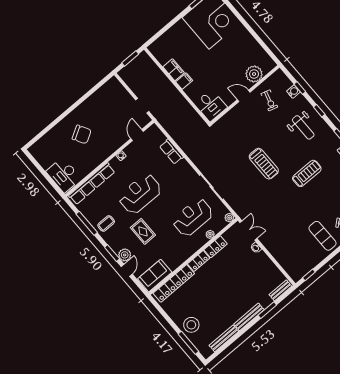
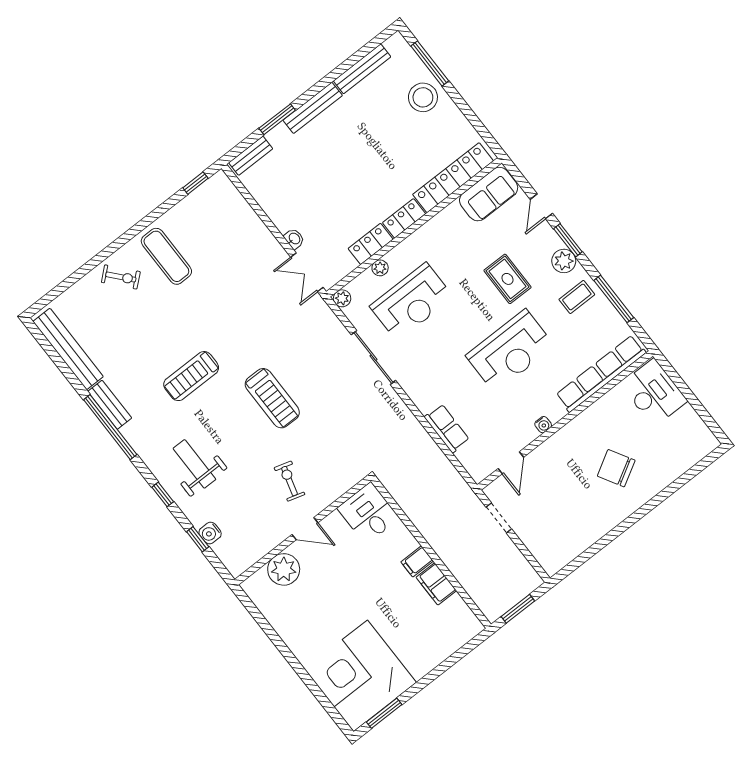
exercise bike: (269, 100) -> (290, 481), moved
treadmill: (264, 164) -> (272, 398), turned 180
plant: (125, 255) -> (564, 261), moved

